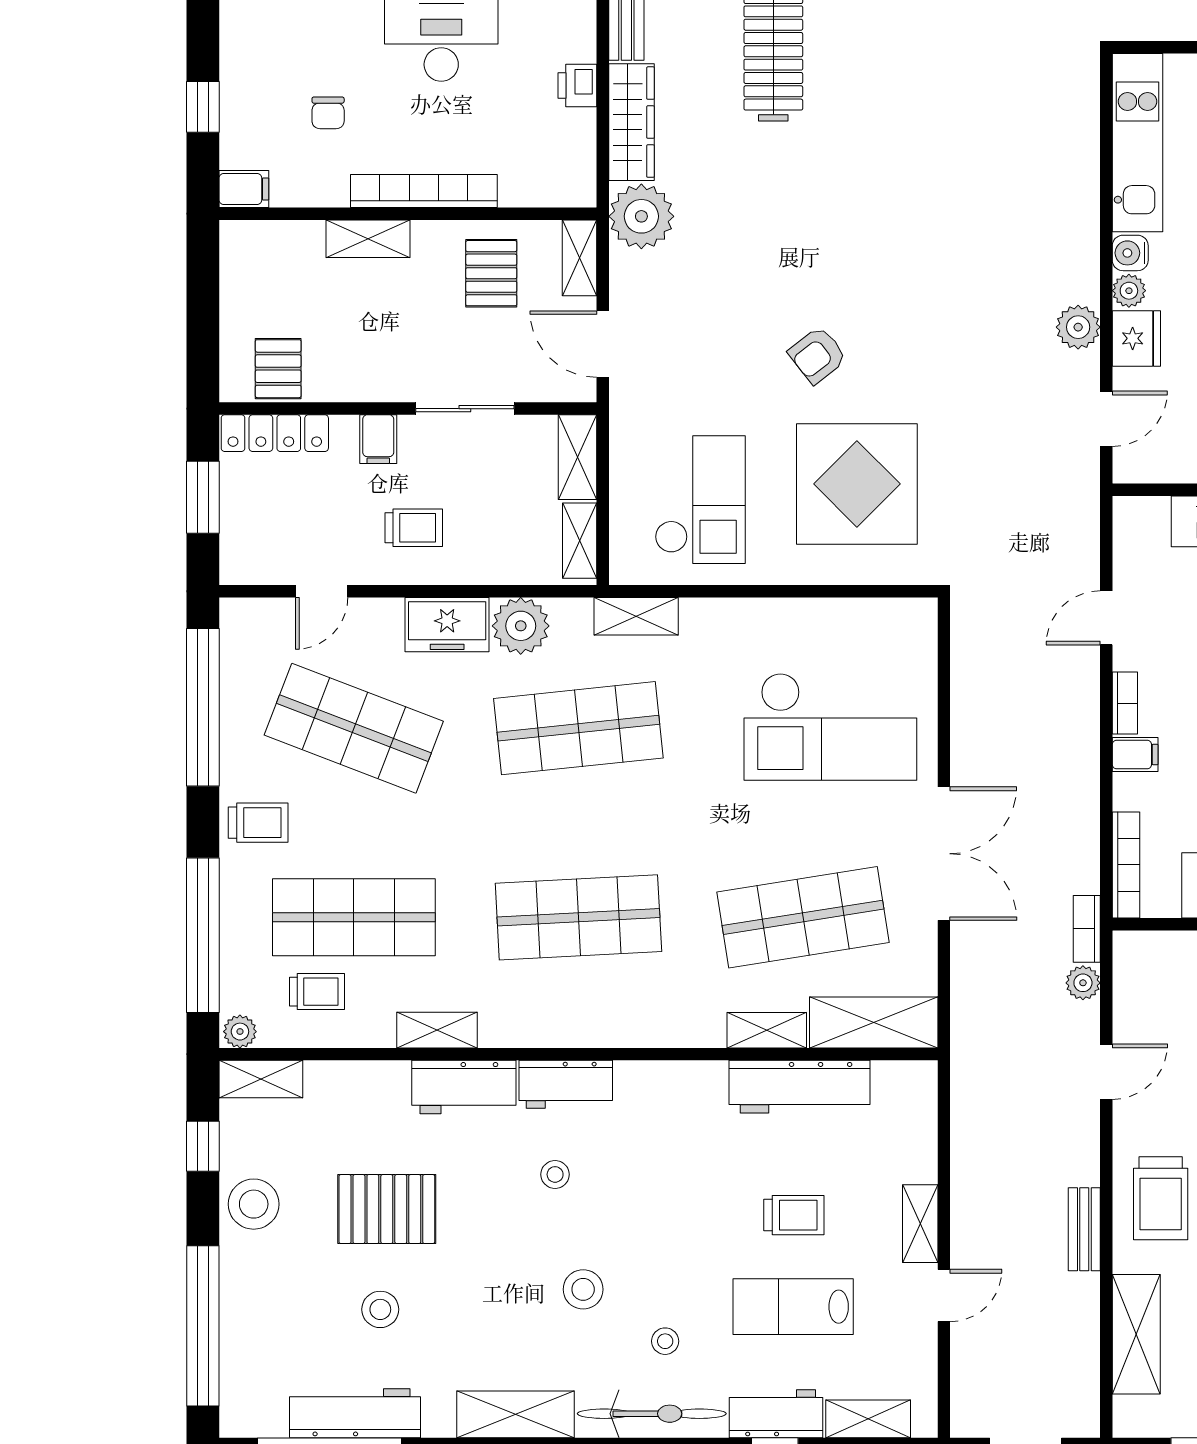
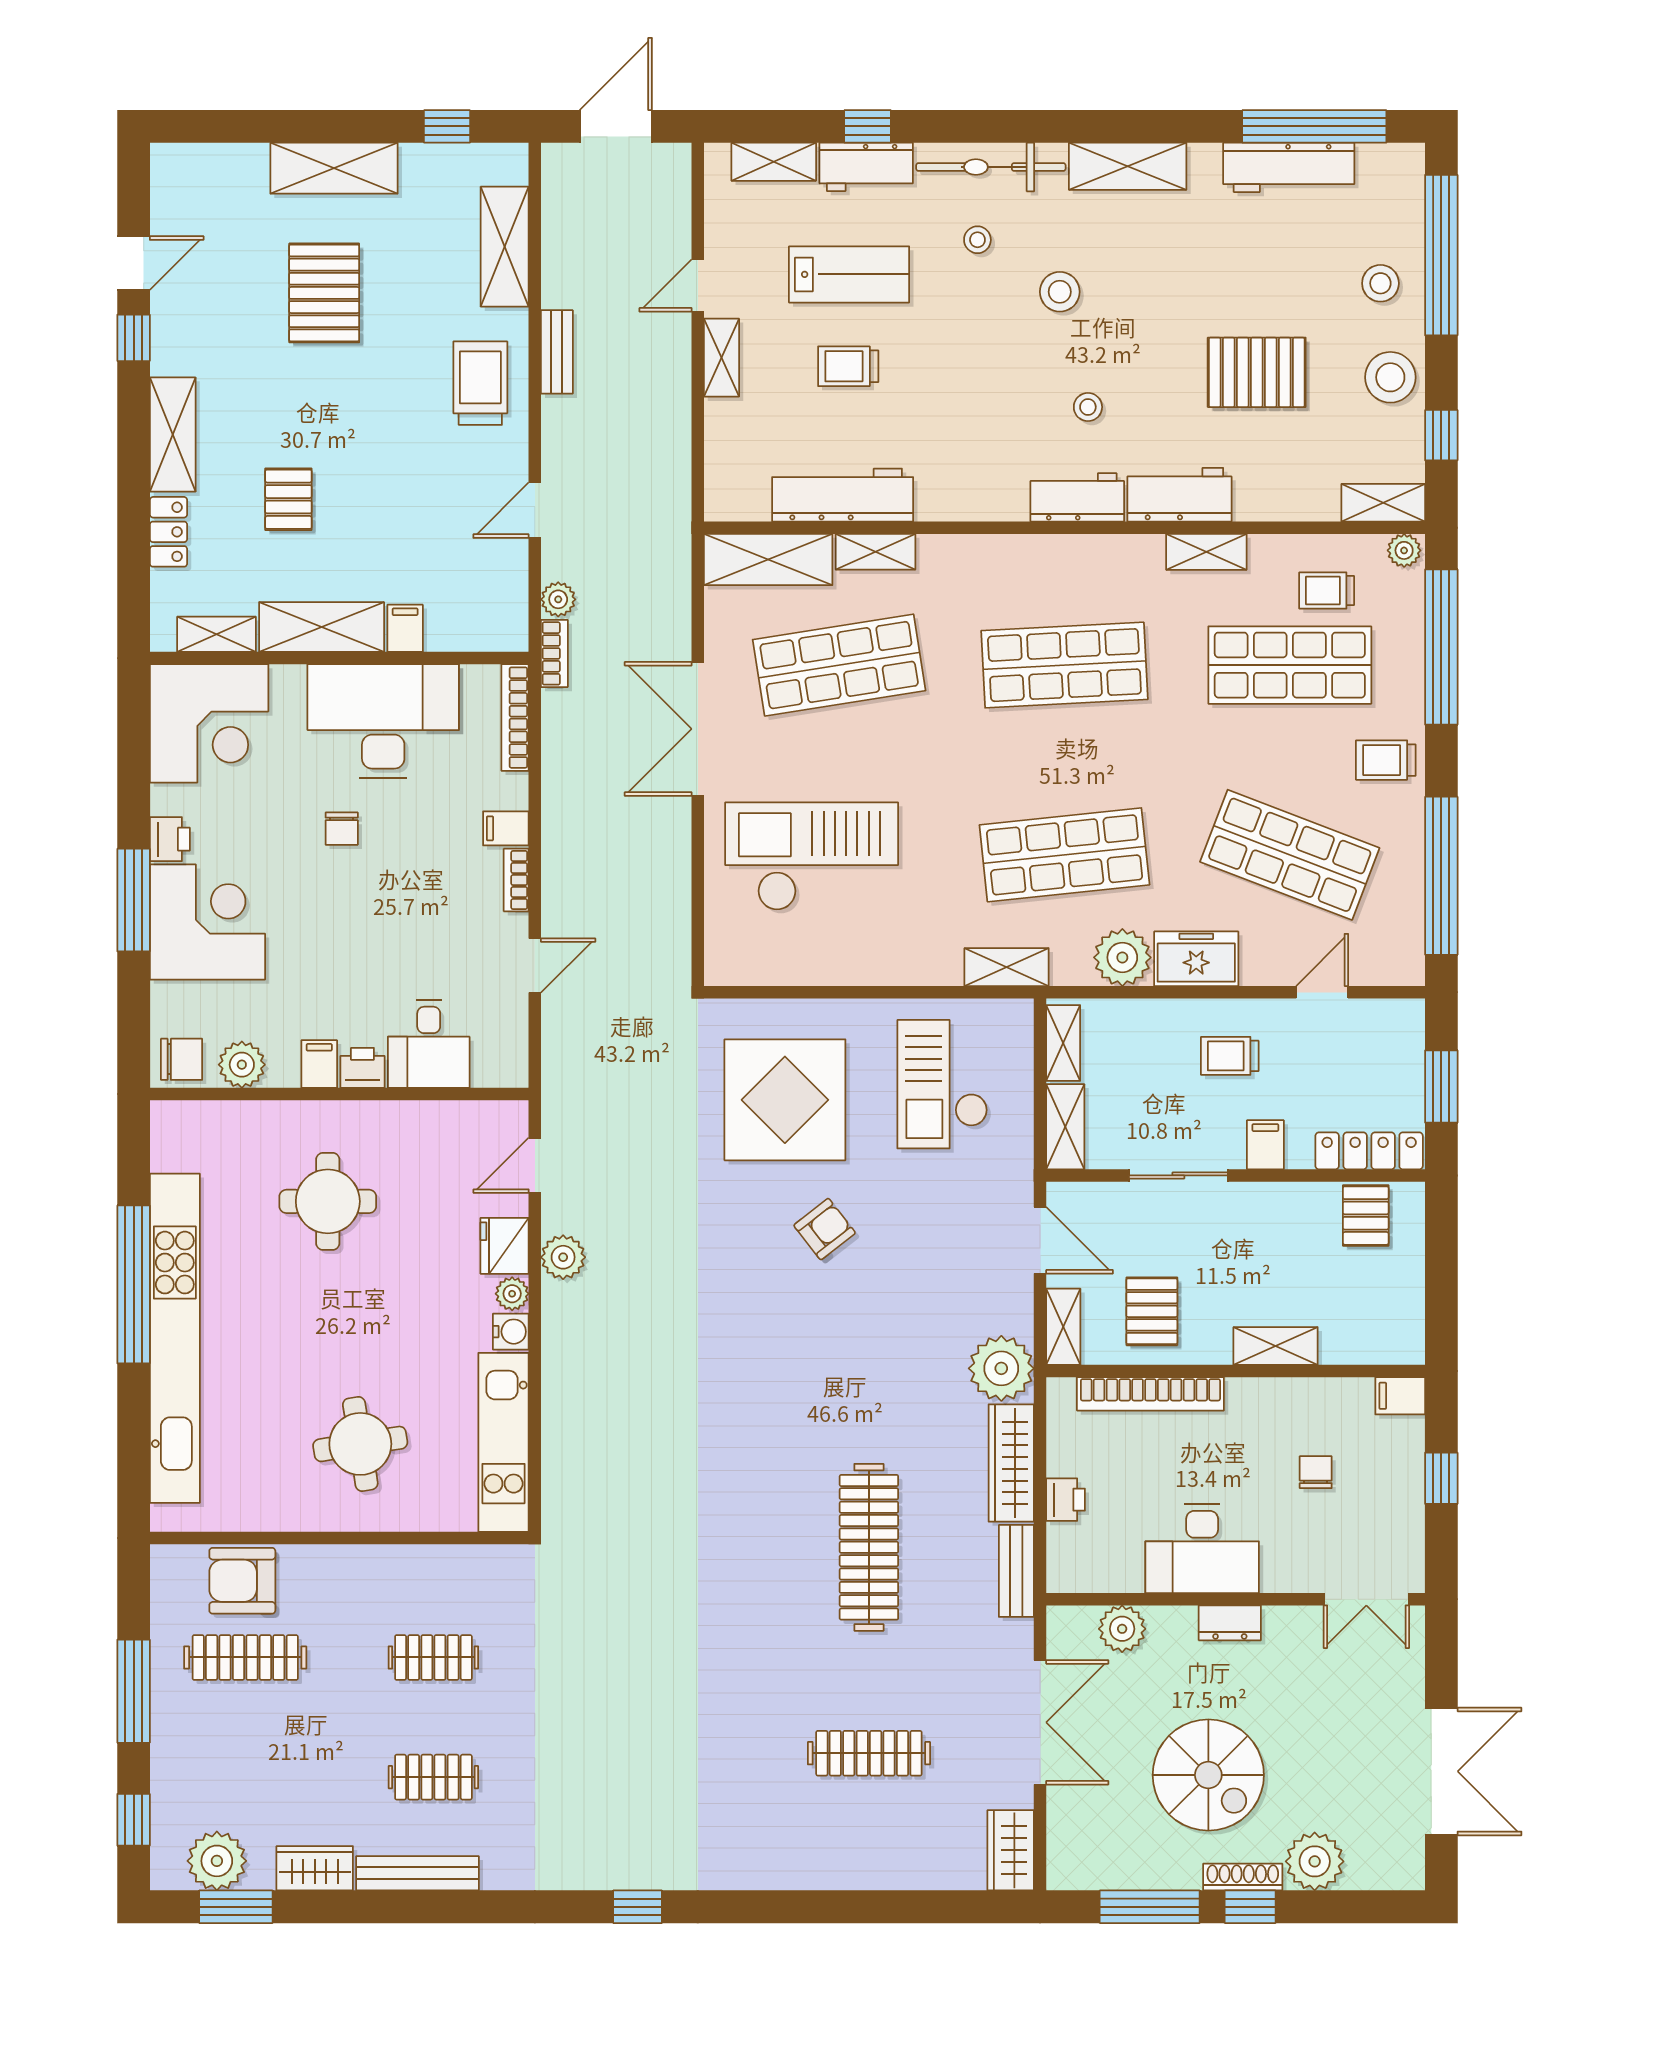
bookcase: (424, 191) -> (1150, 1394), moved
stool: (380, 1309) -> (1380, 283), moved

